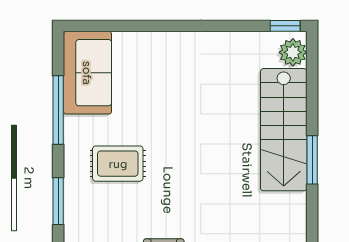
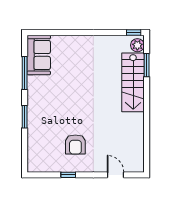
window: (312, 160) -> (147, 65), moved
rug: (118, 164) -> (53, 99), removed

